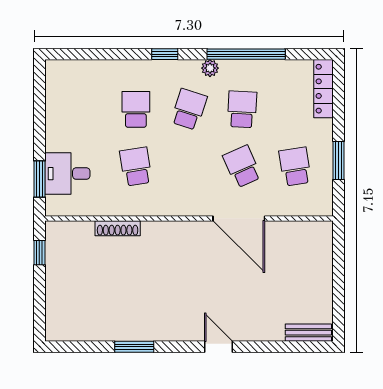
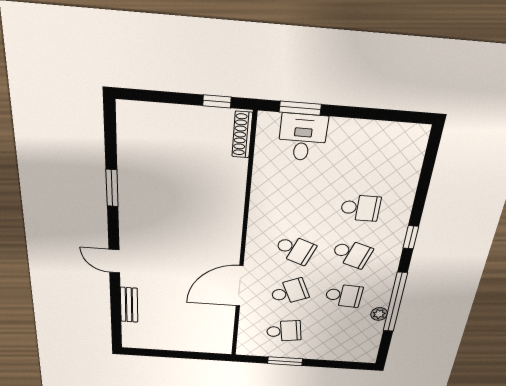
plant: (210, 68) -> (379, 314), moved
locker: (323, 89) -> (351, 355), removed
school desk: (136, 166) -> (295, 250), moved, turned 30
shoe rack: (118, 228) -> (242, 135), moved
bench: (308, 333) -> (129, 305), moved
door: (218, 347) -> (114, 261), swing flipped

